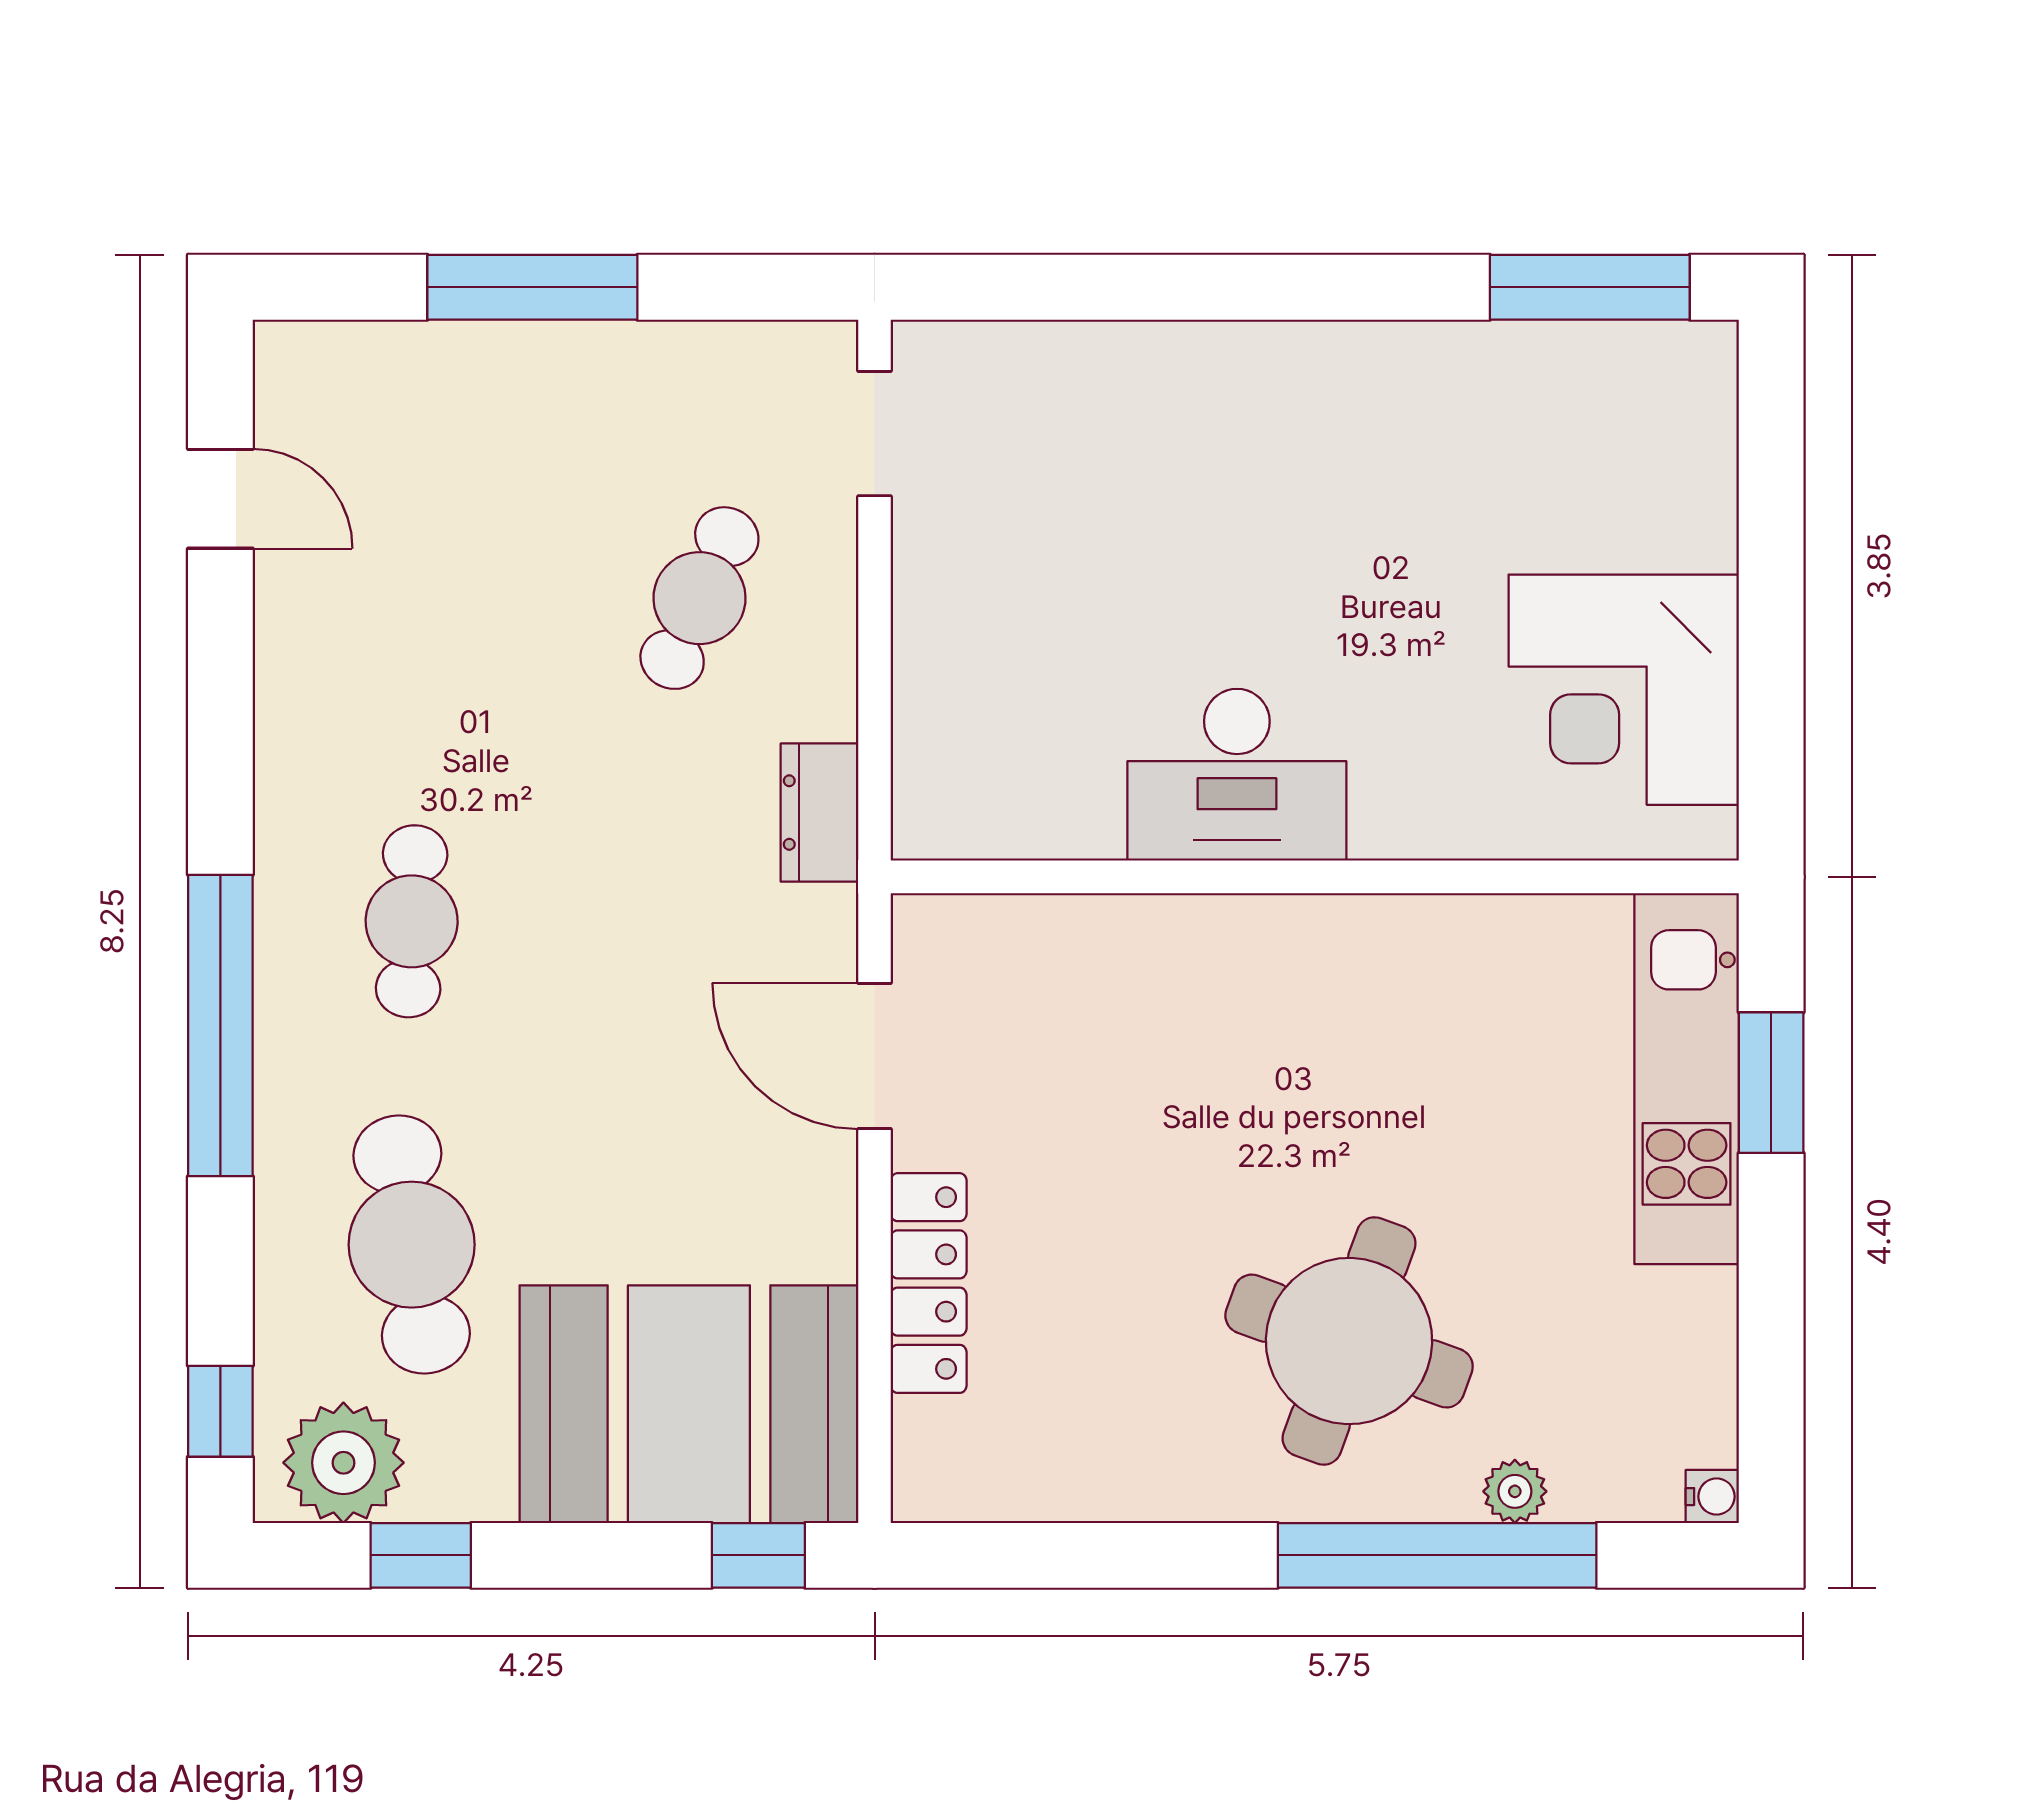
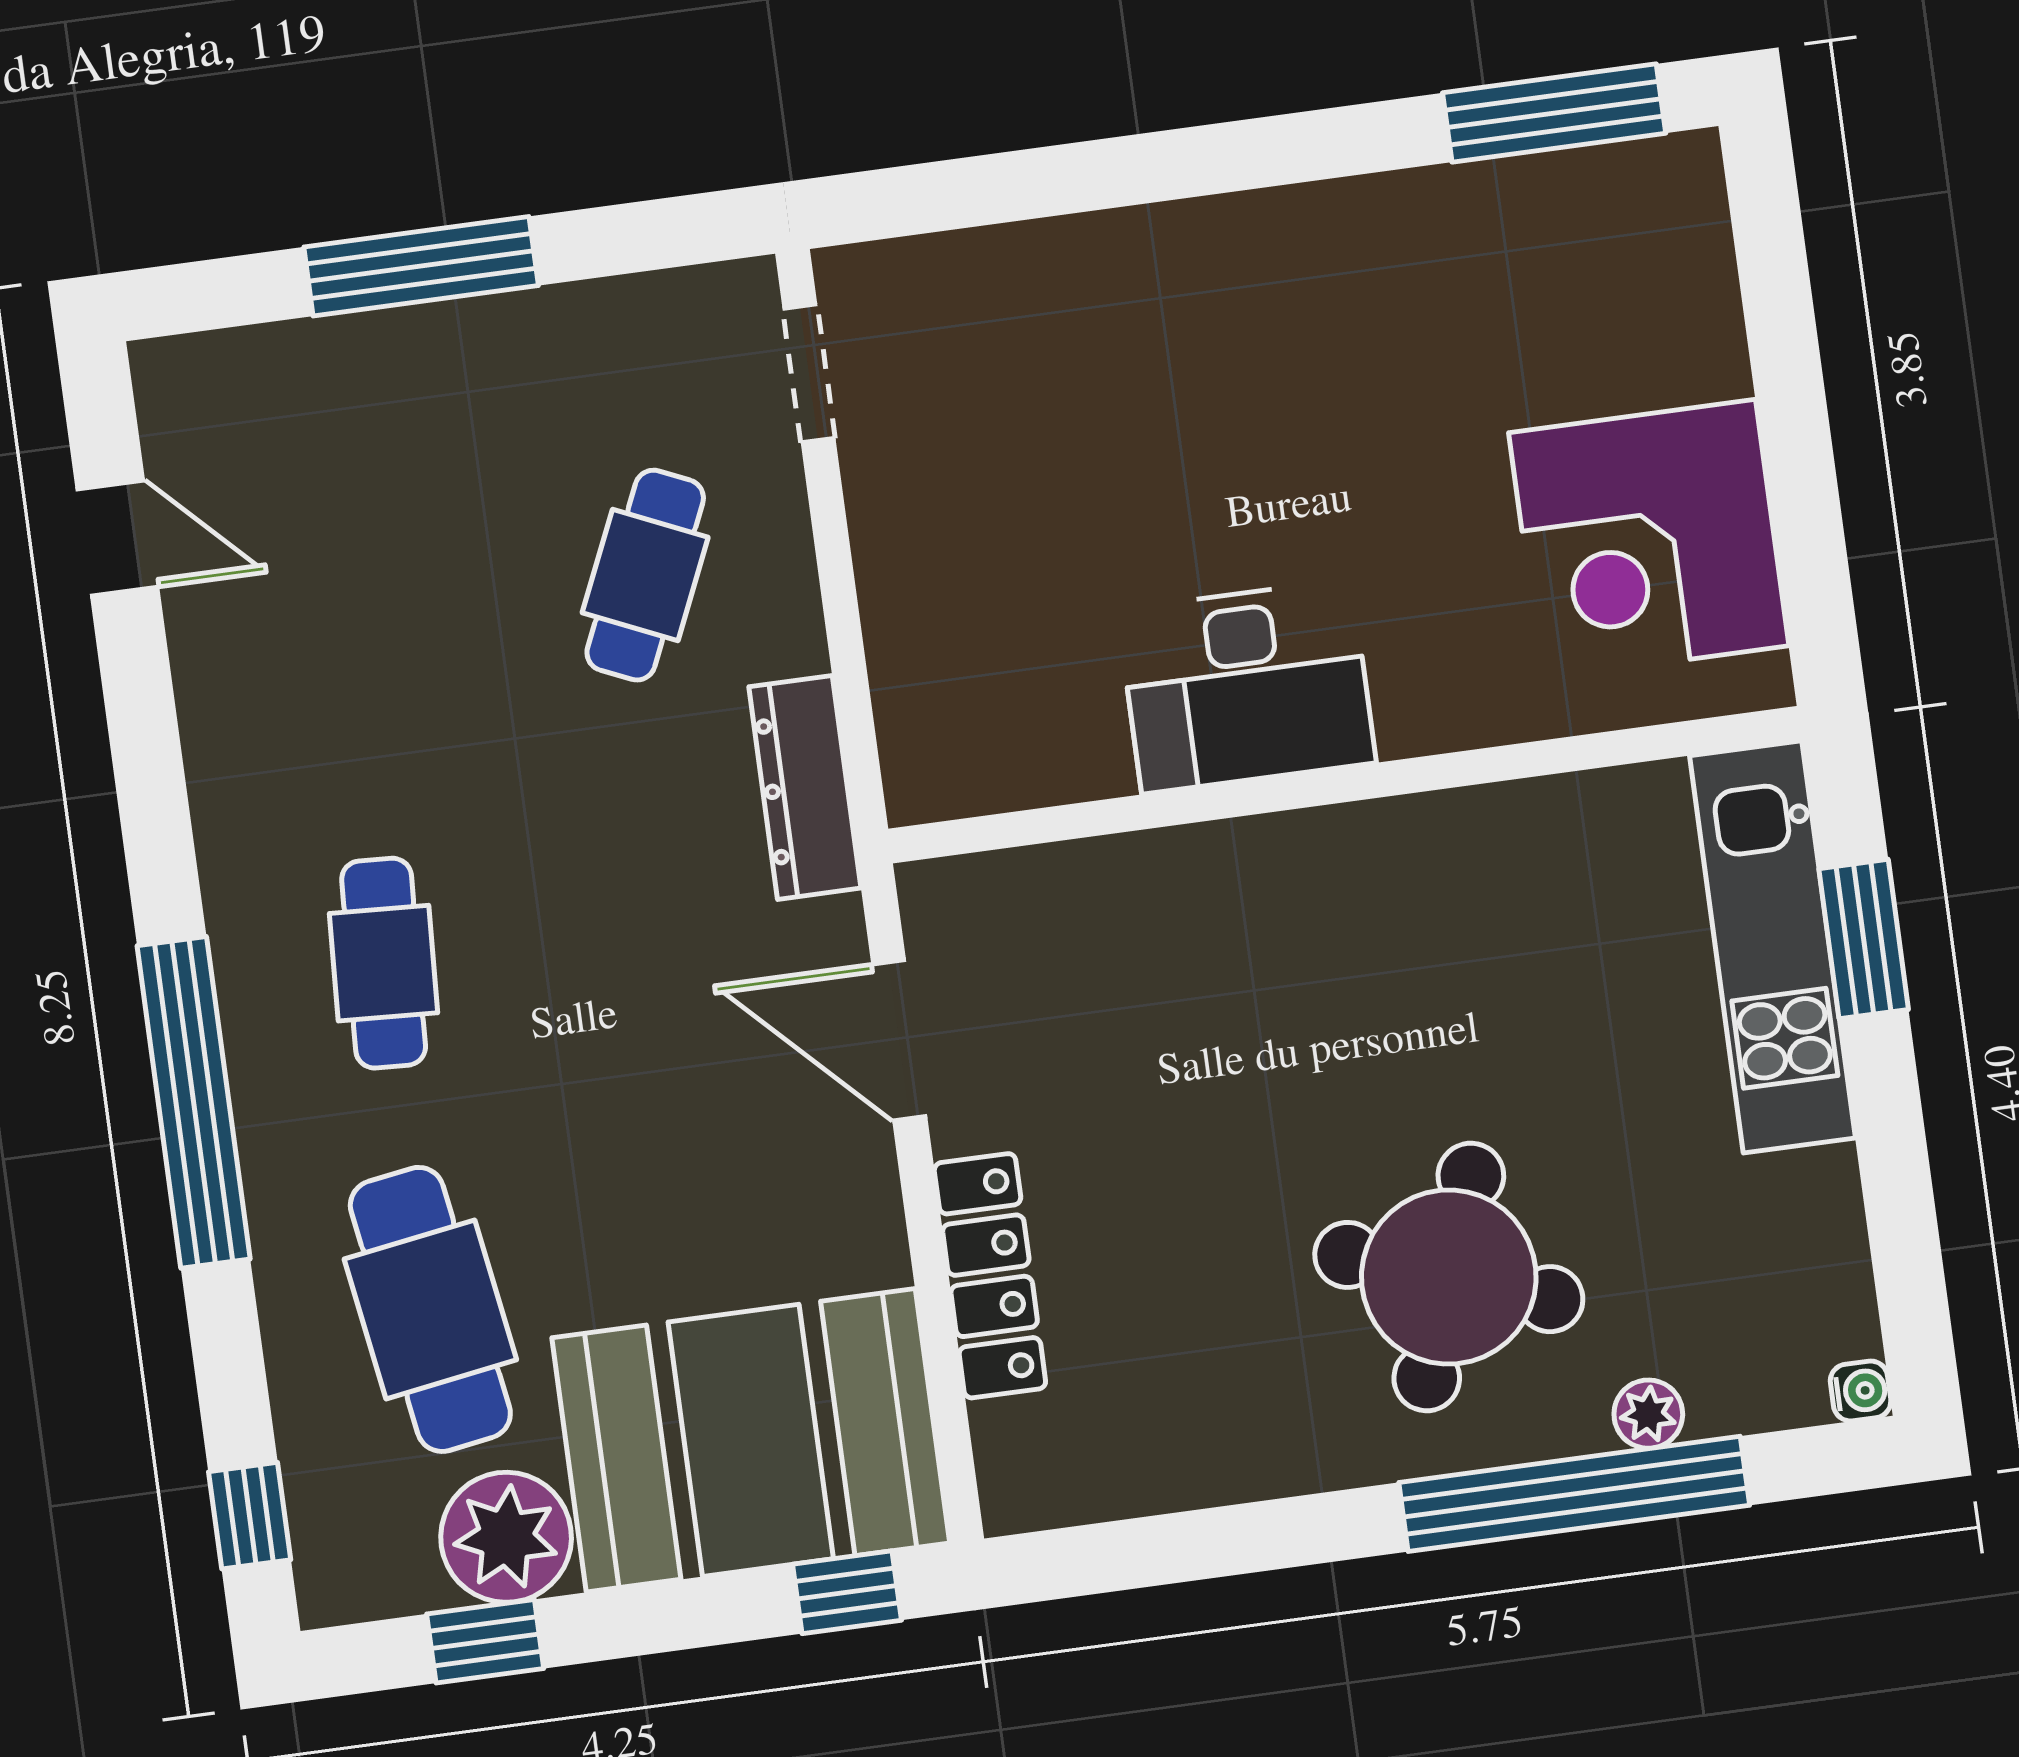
dresser: (820, 813) -> (805, 787), width x1.44
plant: (343, 1463) -> (506, 1537), moved

